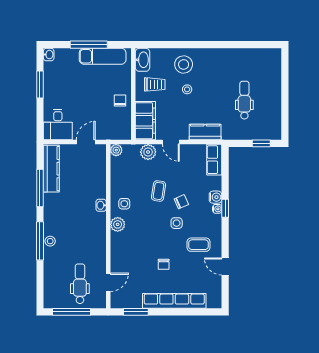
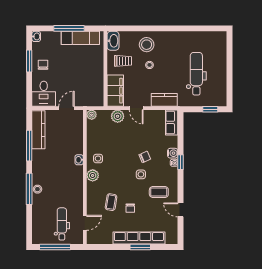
dental chair: (244, 100) -> (196, 74), width x1.36, depth x1.38
chair: (120, 101) -> (43, 65), moved
coffee table: (159, 191) -> (111, 202), moved
window: (136, 312) -> (140, 247), moved

